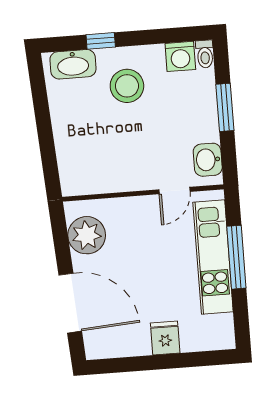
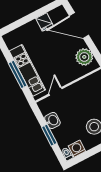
washbasin: (208, 160) -> (52, 120), moved
fridge: (165, 338) -> (44, 22), moved

